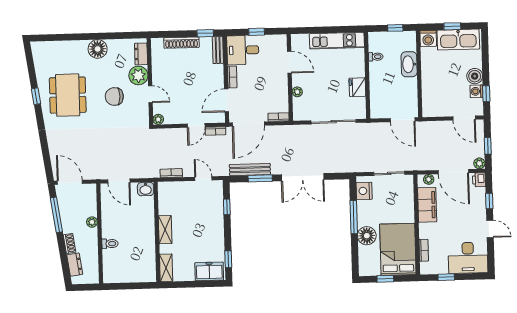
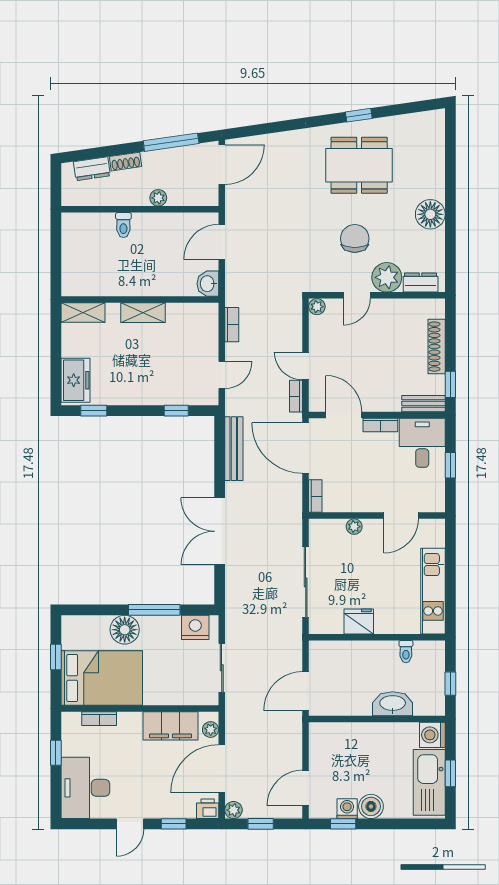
window: (260, 178) -> (220, 464), removed

